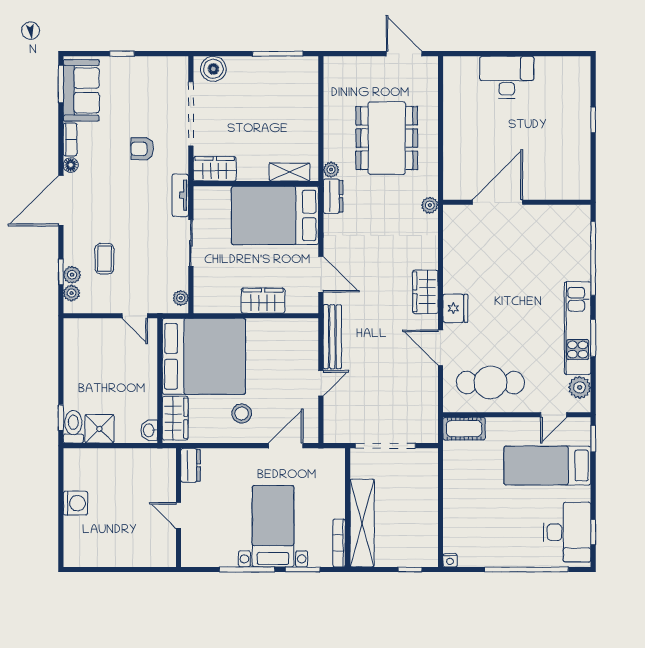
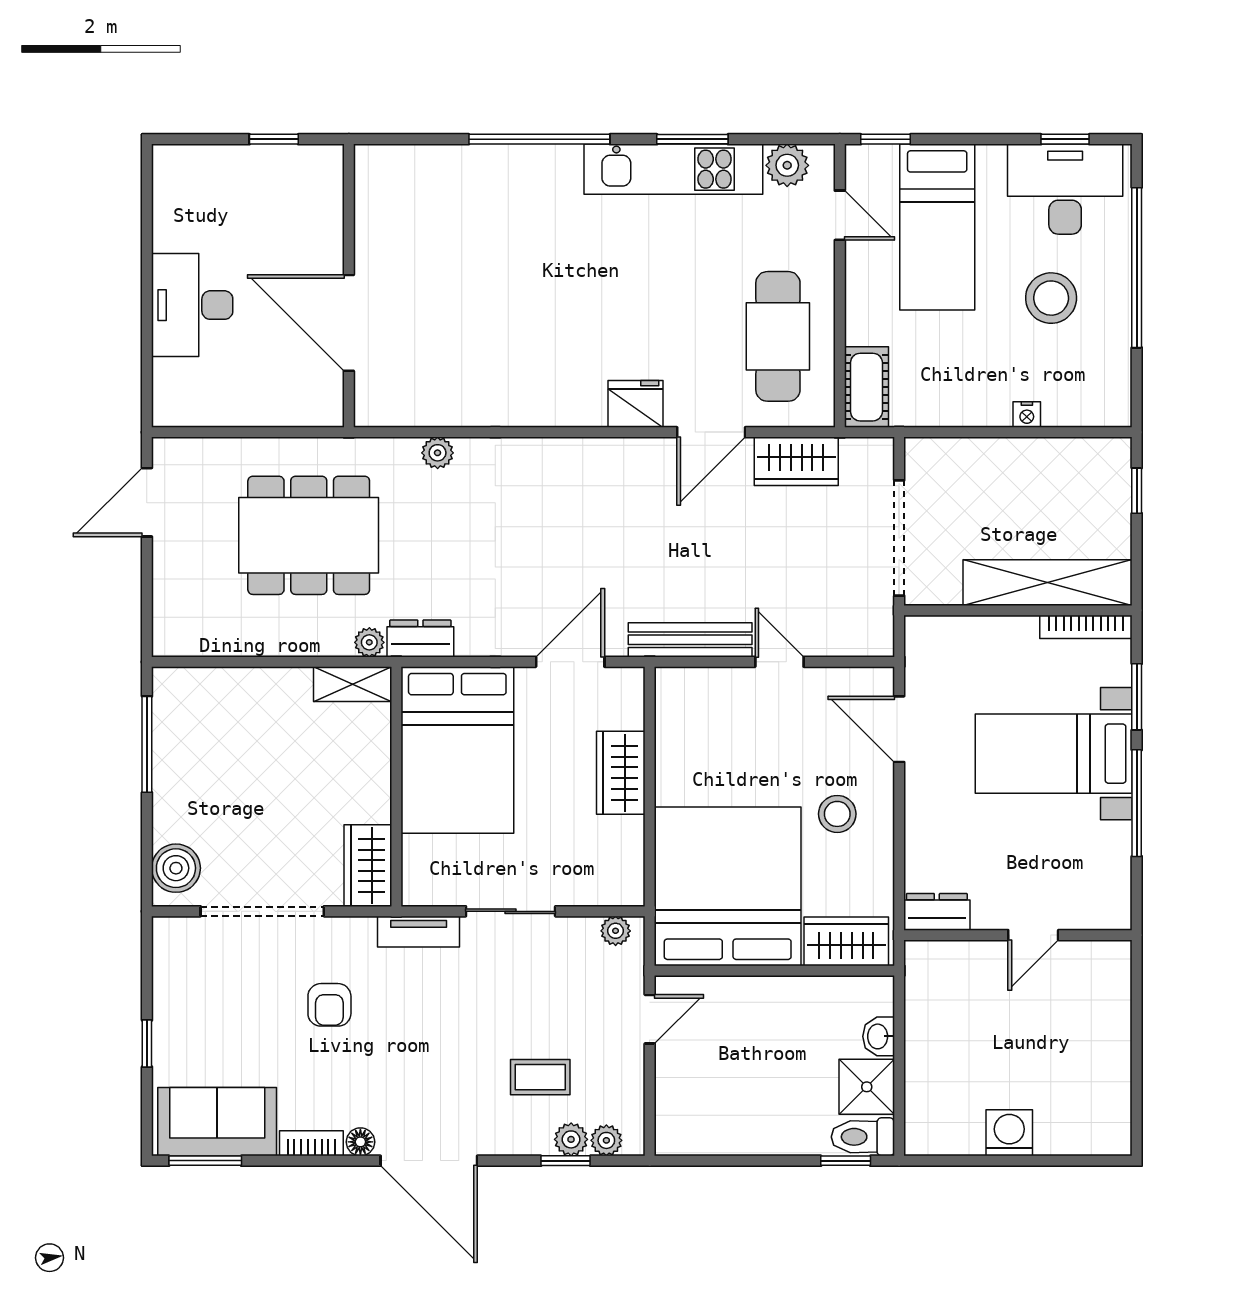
shelving: (290, 172) -> (353, 684), moved, turned 90
door: (497, 202) -> (349, 323), moved
wall: (517, 202) -> (349, 286), moved
wardrobe: (425, 292) -> (796, 461), moved
washbasin: (149, 430) -> (879, 1036), moved, turned 90
stool: (510, 525) -> (1051, 298), added
nightstand: (450, 560) -> (1027, 415), moved, turned 90

